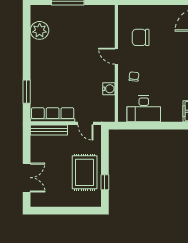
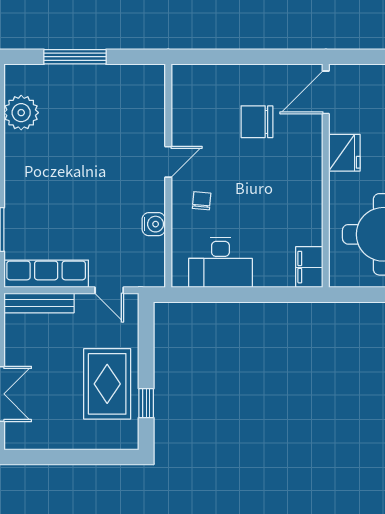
chair: (141, 37) -> (257, 122), moved
door: (116, 56) -> (168, 162), swing flipped

